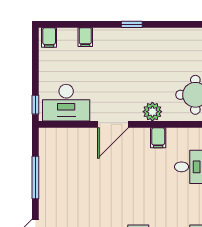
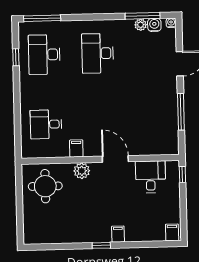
filing cabinet: (85, 37) -> (118, 234), moved
desk: (66, 103) -> (151, 177), width x0.73
door: (113, 124) -> (115, 159), hinge flipped

